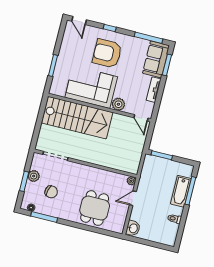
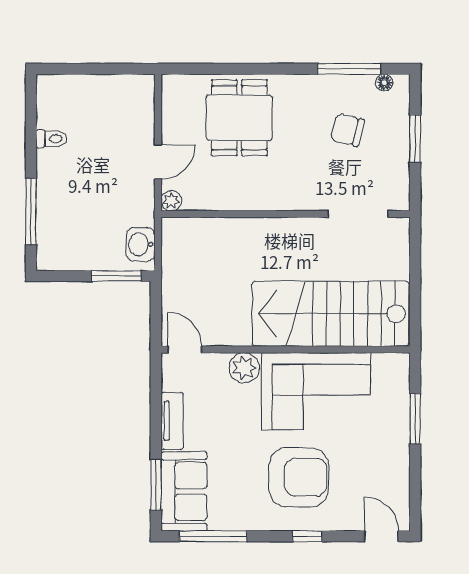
plant: (34, 176) -> (396, 156), removed
bathtub: (181, 191) -> (53, 205), removed
washbasin: (133, 228) -> (140, 244), moved

